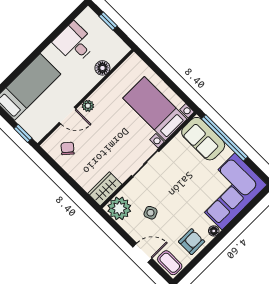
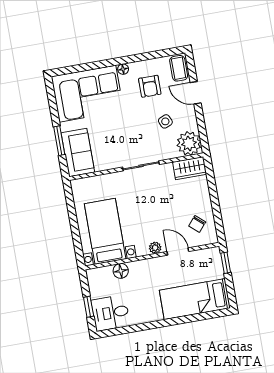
desk: (74, 43) -> (111, 313), moved, turned 90
bed with nightstands: (155, 109) -> (105, 231), moved, turned 180
window: (225, 138) -> (59, 141), width x0.47
armchair: (192, 242) -> (150, 86), moved, turned -90

